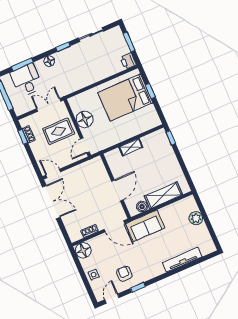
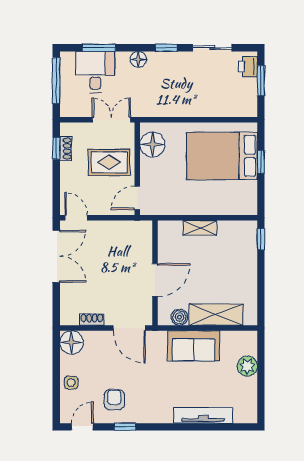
printer: (128, 61) -> (248, 67), moved
floor lamp: (85, 119) -> (152, 144), moved
sofa: (145, 226) -> (194, 346), moved

